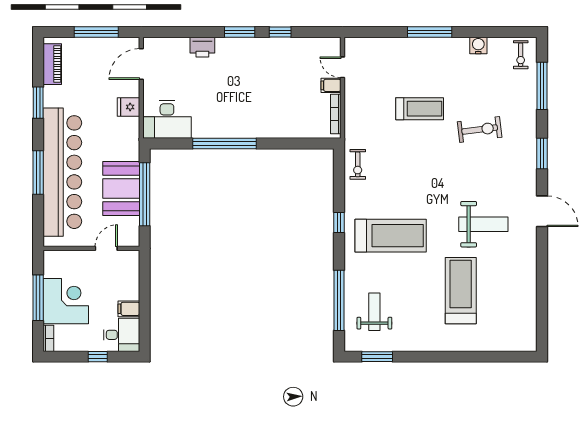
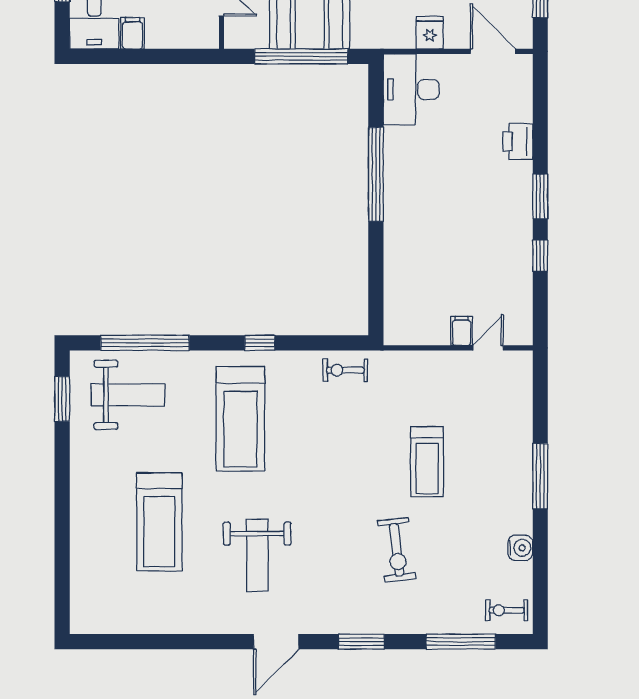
bookcase: (336, 114) -> (419, 338), removed
treadmill: (461, 291) -> (159, 522), turned 90
weight bench: (374, 312) -> (128, 395), width x1.36, depth x1.33

